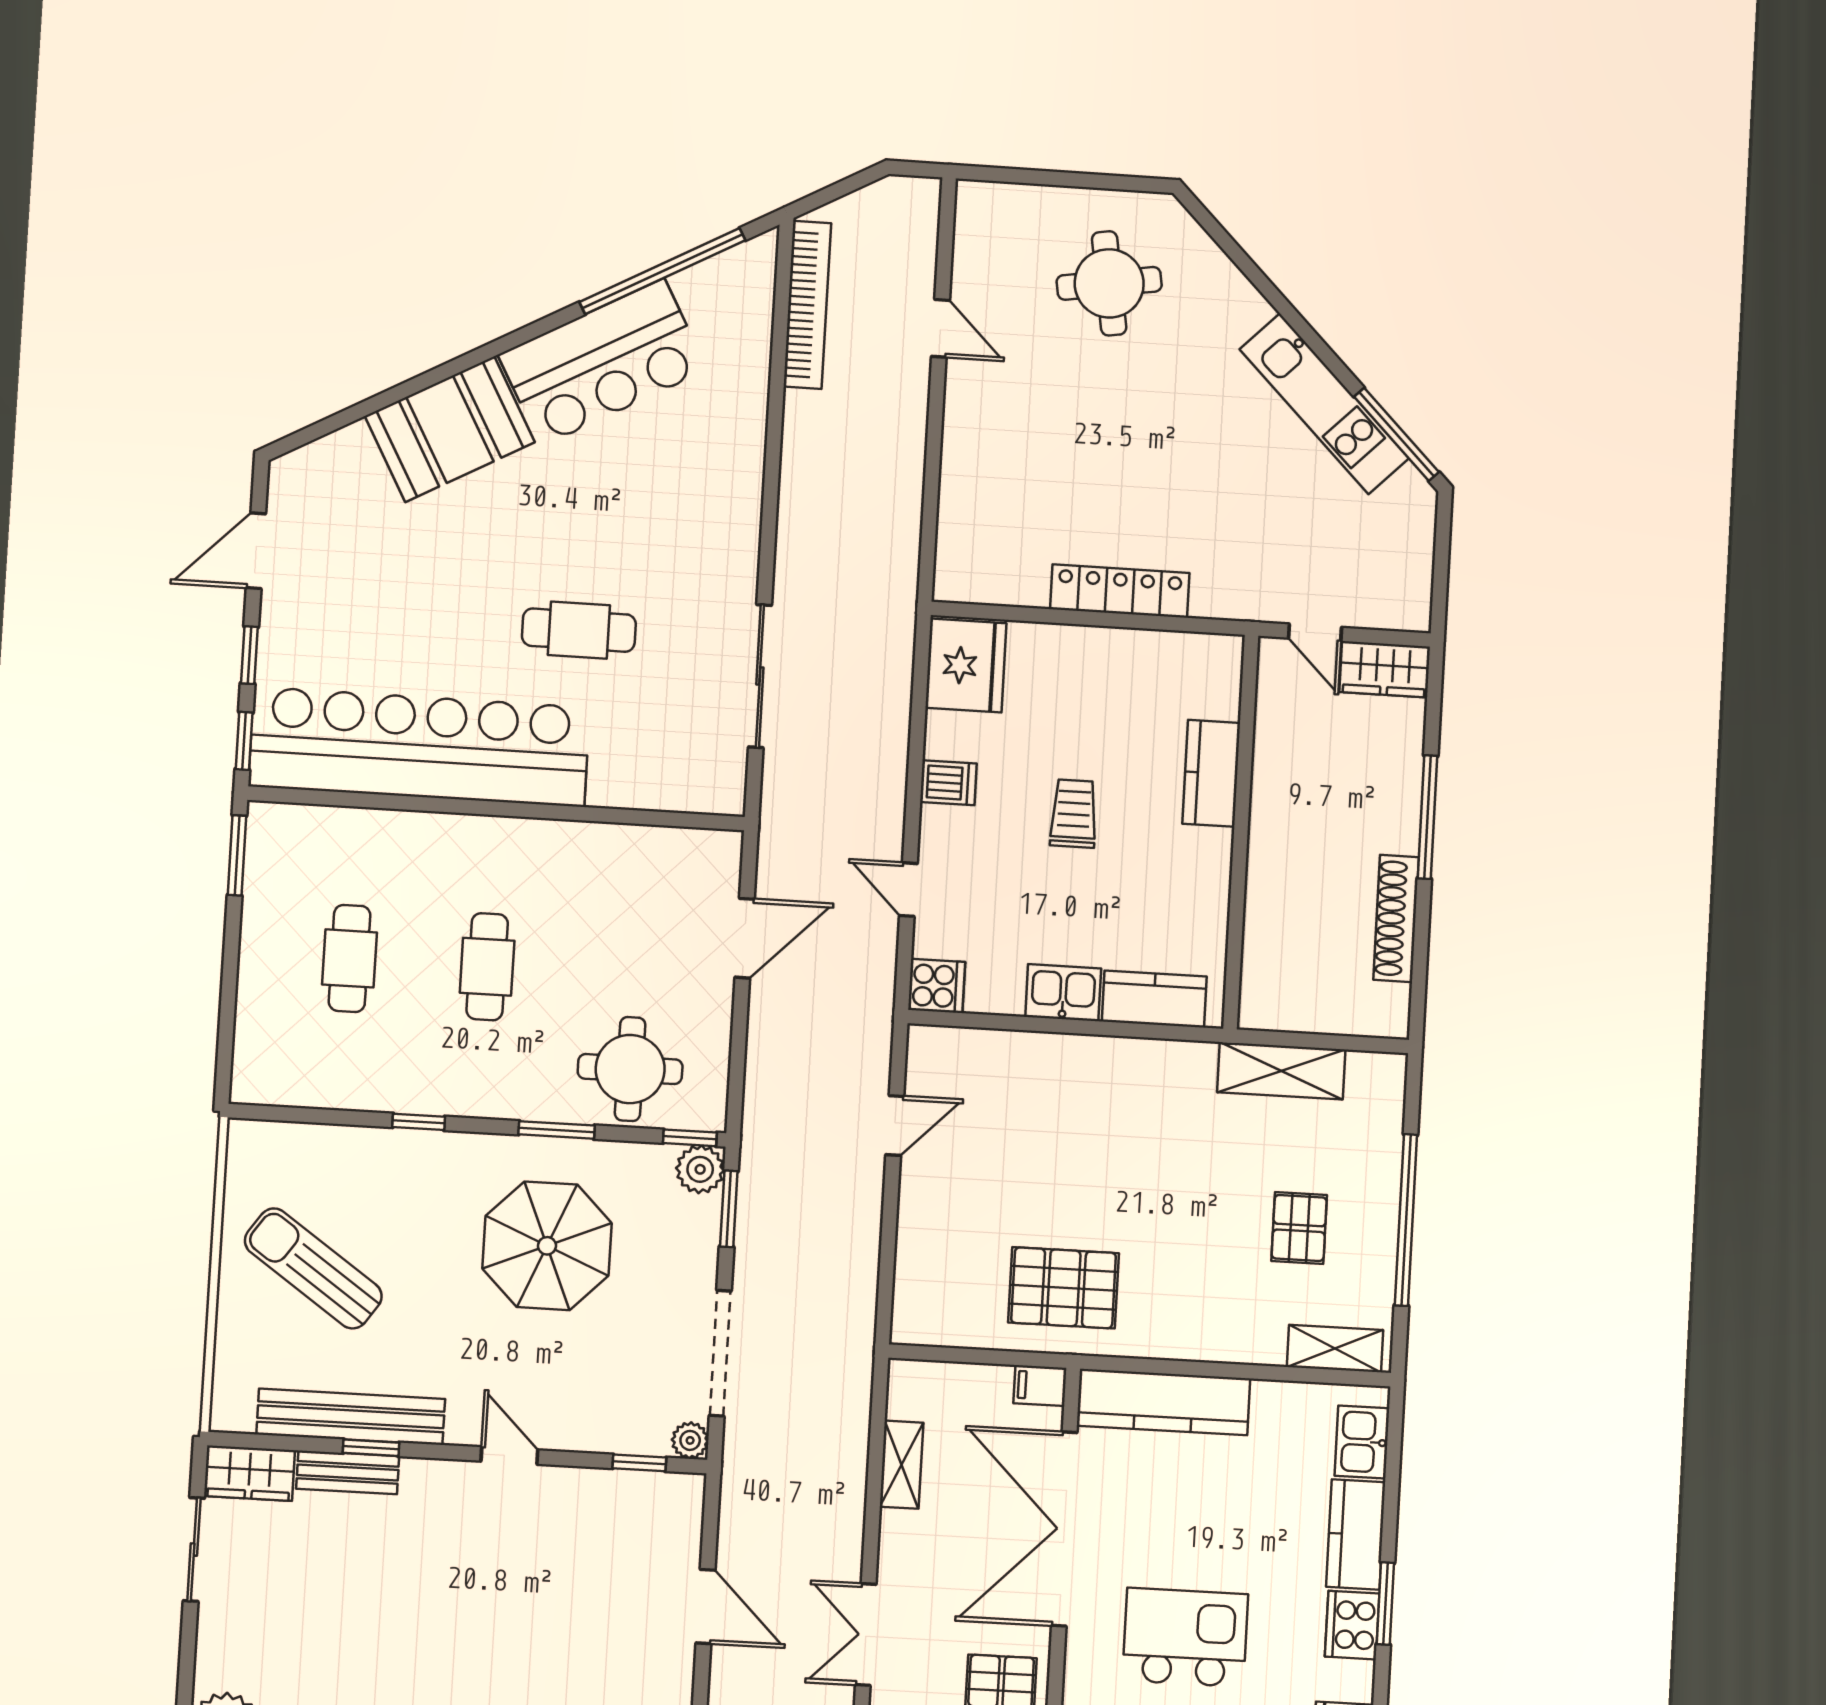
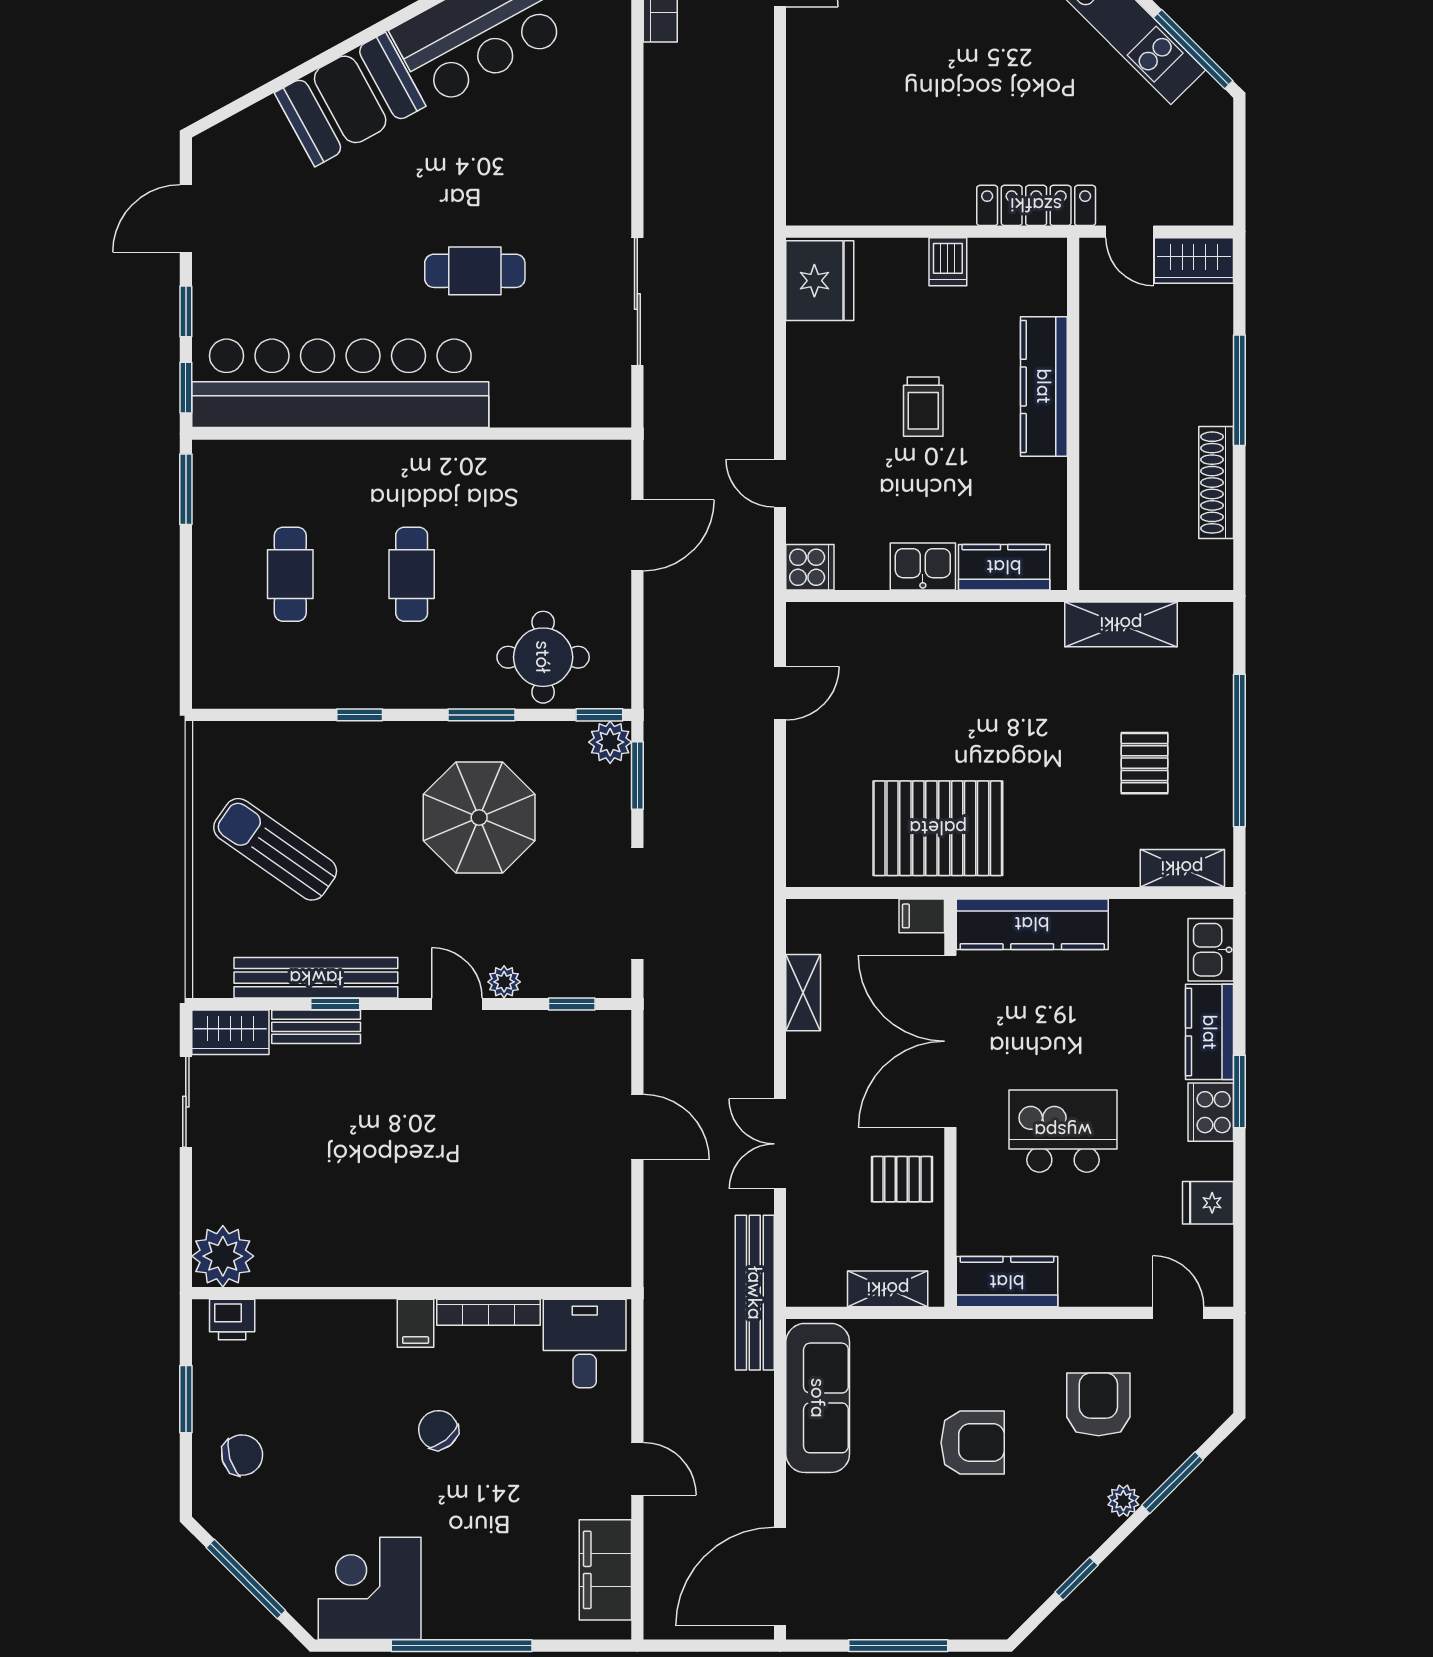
locker: (1120, 591) -> (1036, 205), moved
kitchen counter: (1211, 773) -> (1044, 386), width x1.50
dishwasher: (948, 783) -> (948, 262), moved, turned 90
trolley: (1074, 814) -> (923, 407), turned 180
pallet: (1064, 1288) -> (938, 828), width x1.37, depth x1.41
plant: (690, 1440) -> (504, 982), moved

